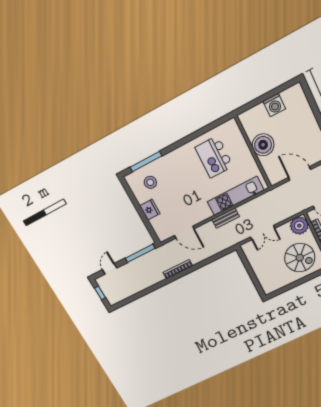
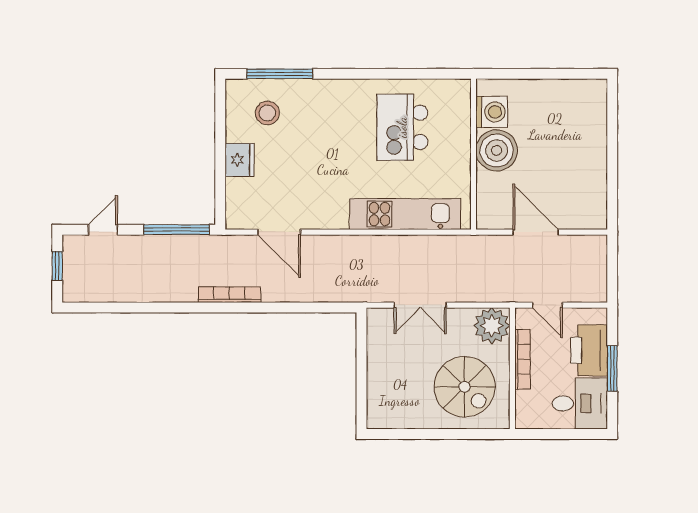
washing machine: (274, 105) -> (492, 112), moved, turned -90
bench: (226, 218) -> (367, 245), removed

